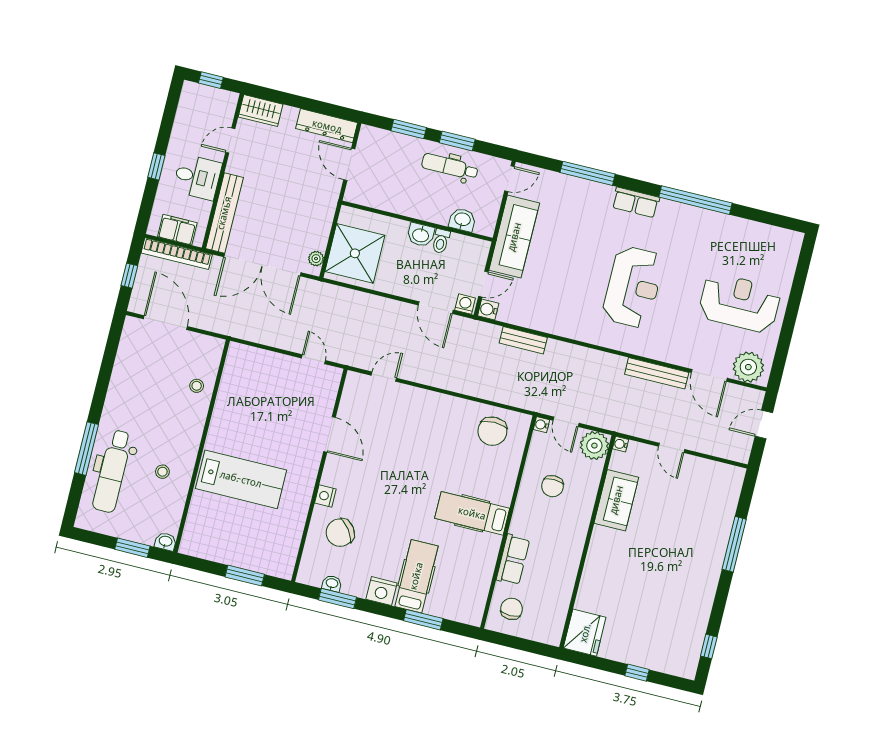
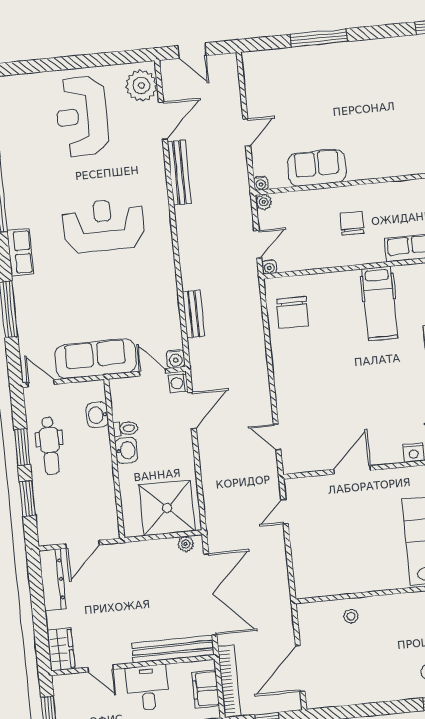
chair: (492, 431) -> (293, 312), turned 90
plant: (594, 446) -> (264, 202), width x0.53, depth x0.53
chair: (552, 486) -> (352, 223), moved, turned -90

